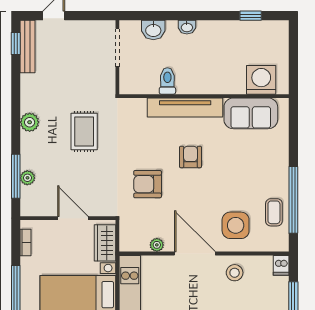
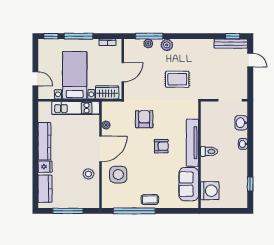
toilet: (167, 81) -> (209, 151), moved
plant: (30, 122) -> (167, 45), moved
coffee table: (274, 212) -> (150, 199), moved
dishwasher: (281, 265) -> (93, 203), removed

